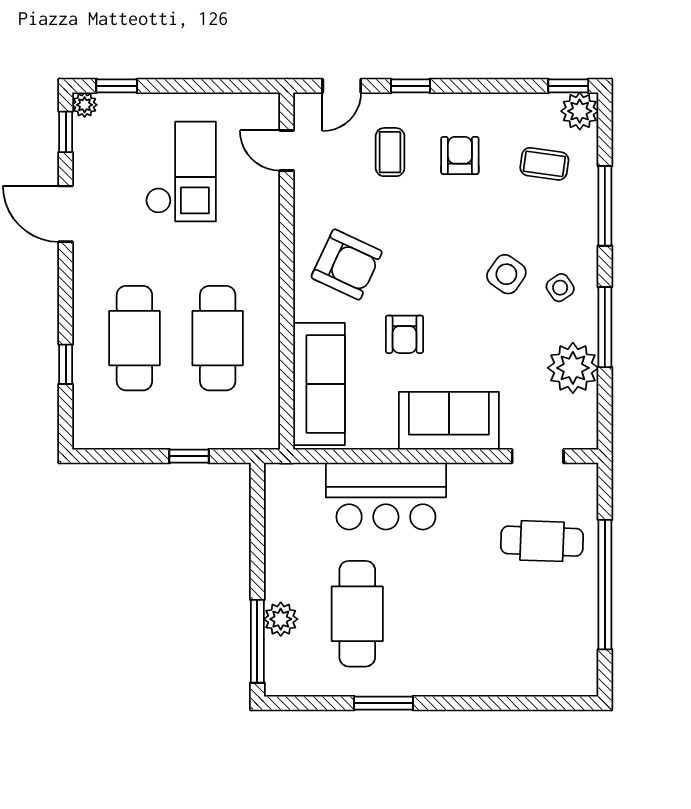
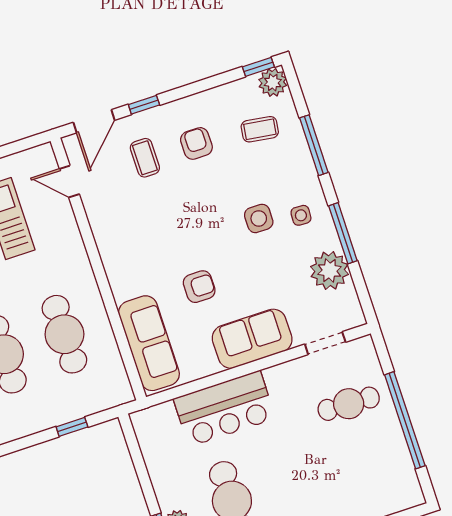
door: (342, 86) -> (94, 121), width x1.37
armchair: (347, 264) -> (140, 250), removed
side table: (506, 274) -> (259, 218), turned -35
side table: (560, 288) -> (301, 215), turned 37
armchair: (405, 334) -> (199, 287), turned -90

